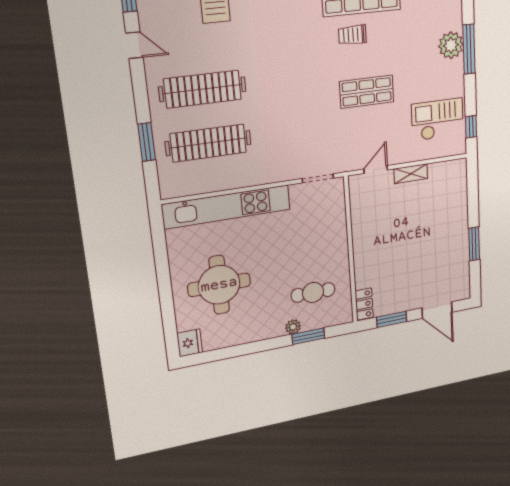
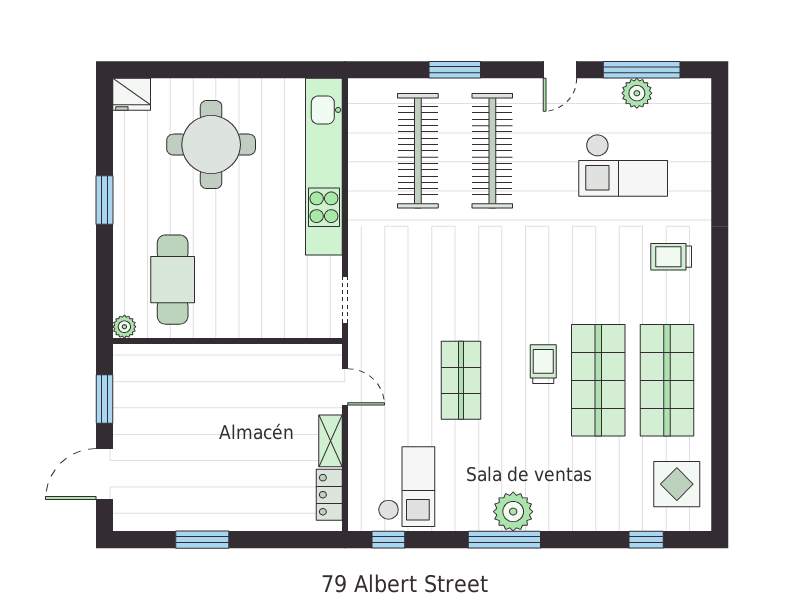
window: (147, 142) -> (455, 70), moved
cafe table: (313, 292) -> (173, 280), width x1.37, depth x1.35
locker: (364, 304) -> (329, 495), moved, turned 90
plant: (293, 327) -> (124, 327), moved
window: (308, 336) -> (104, 200), moved

